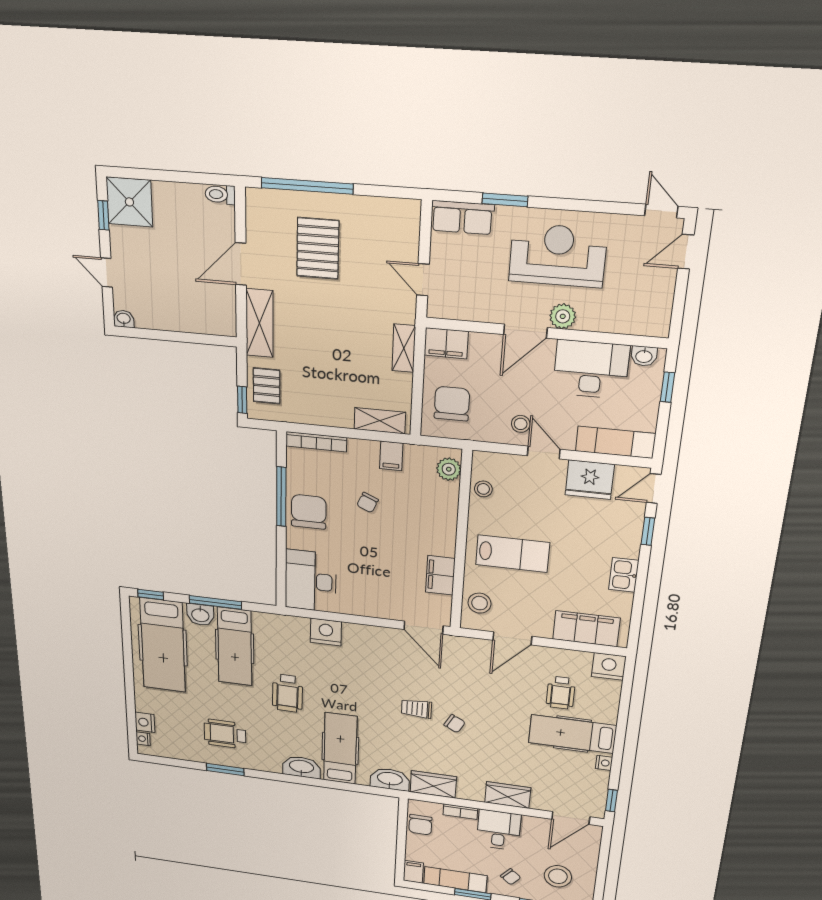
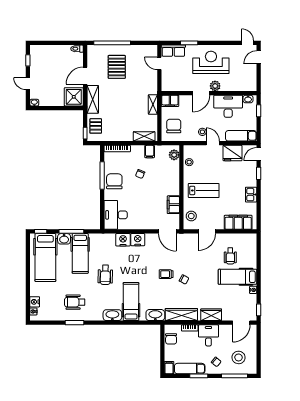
shower: (129, 202) -> (74, 97), moved
door: (423, 280) -> (159, 63), moved
nightstand: (609, 666) -> (138, 240), moved
wardrobe: (433, 784) -> (181, 315), width x1.50

